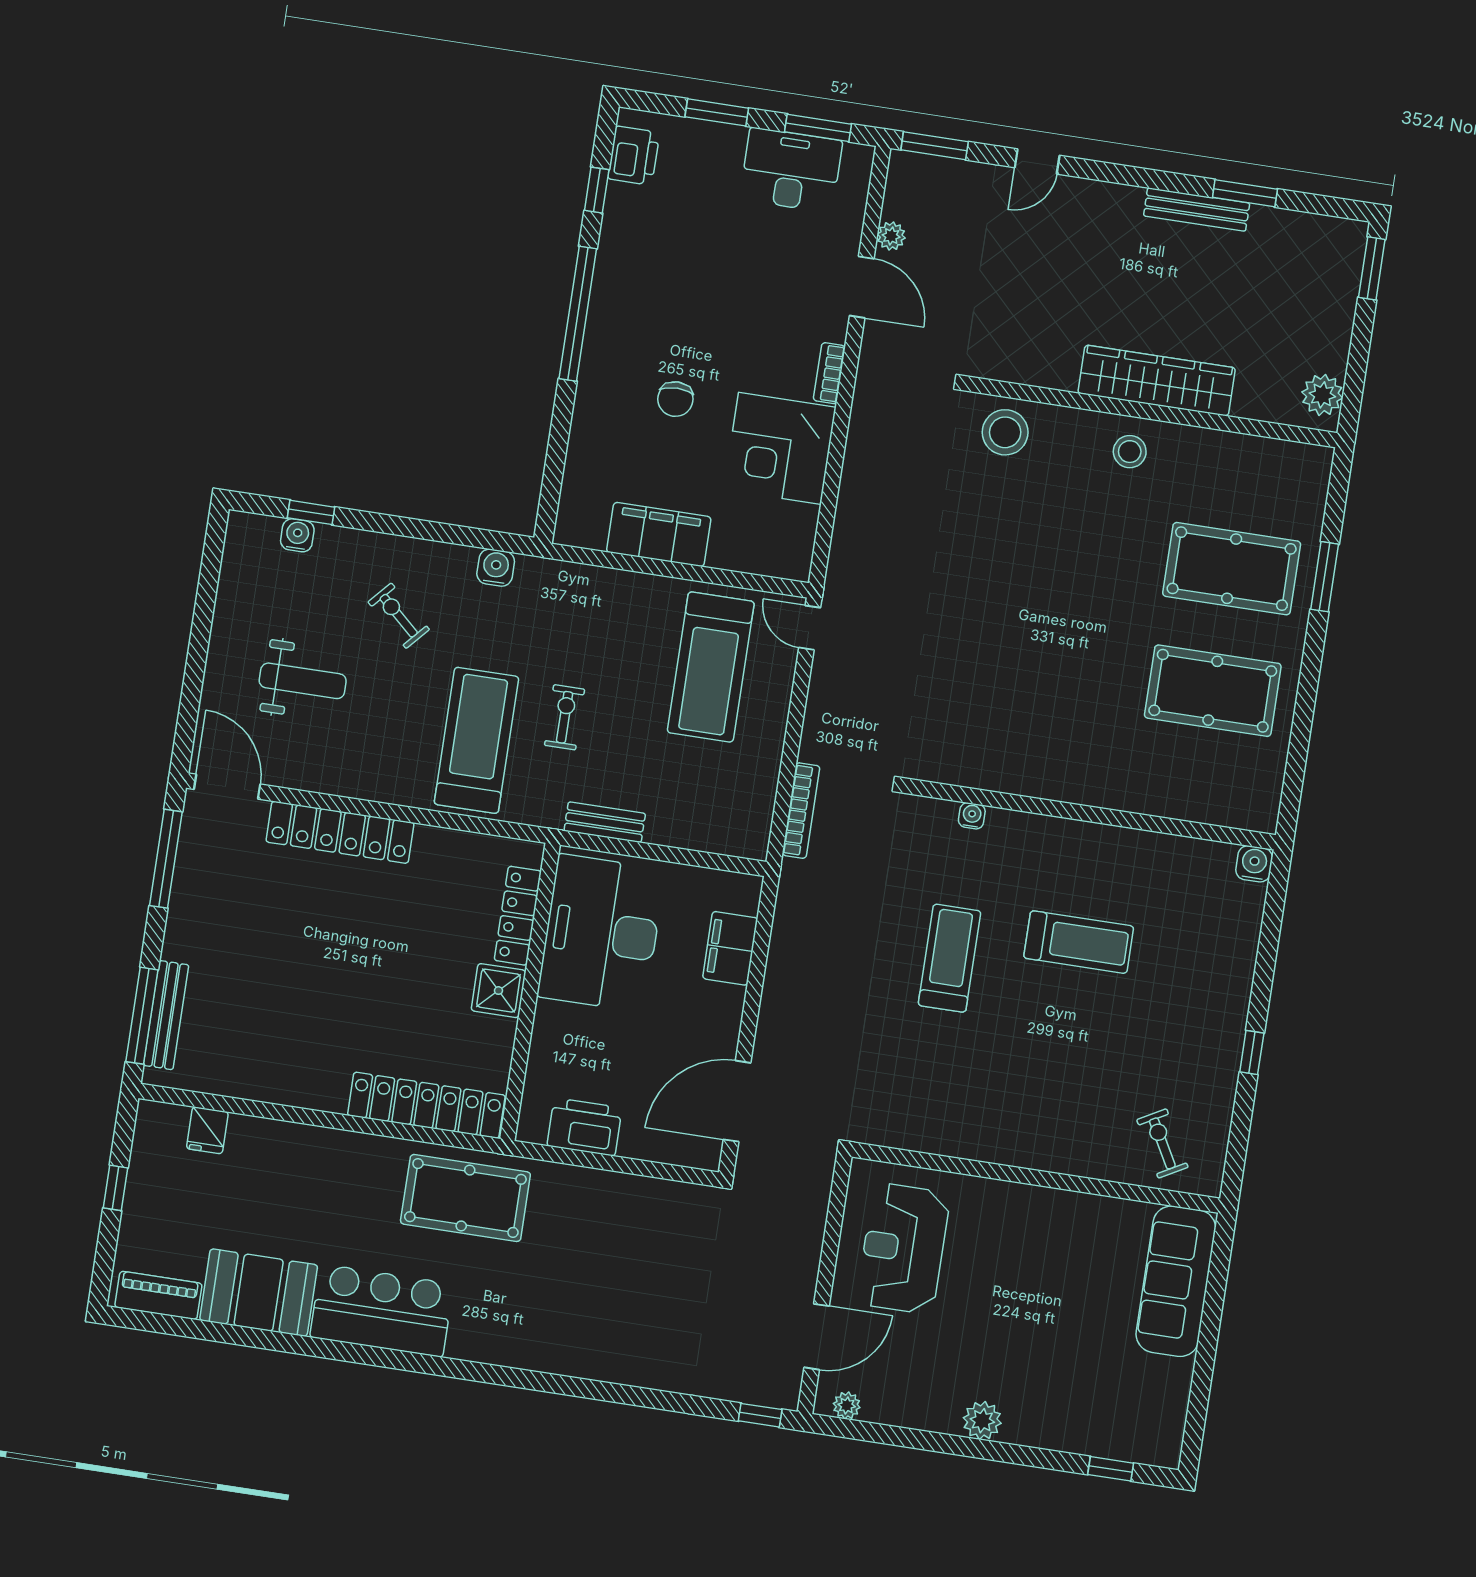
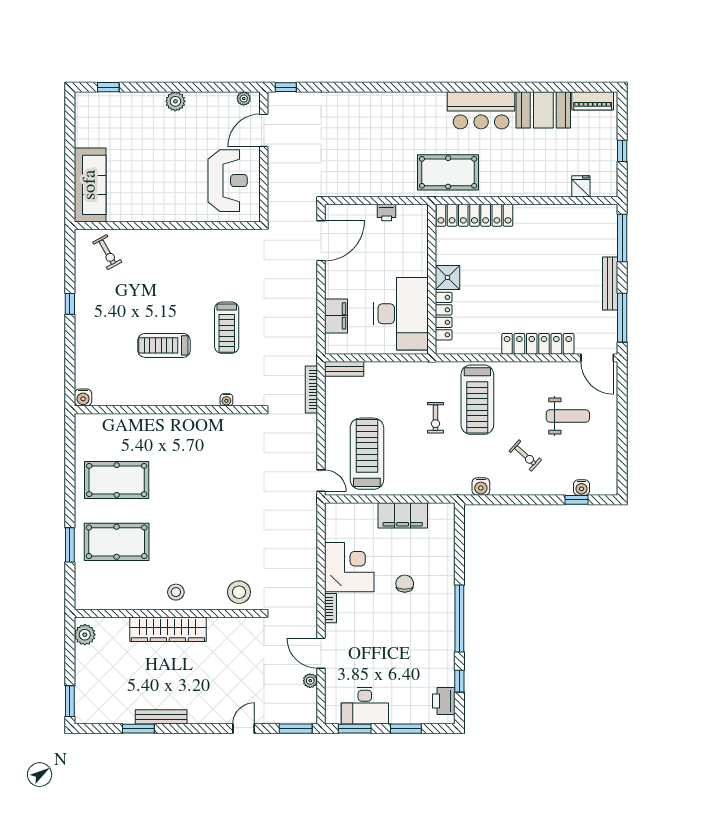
weight bench: (303, 681) -> (568, 416), turned 180
bench: (605, 822) -> (344, 369), moved
bench: (166, 1015) -> (610, 283), moved
printer: (584, 1127) -> (387, 213), width x0.53, depth x0.68

